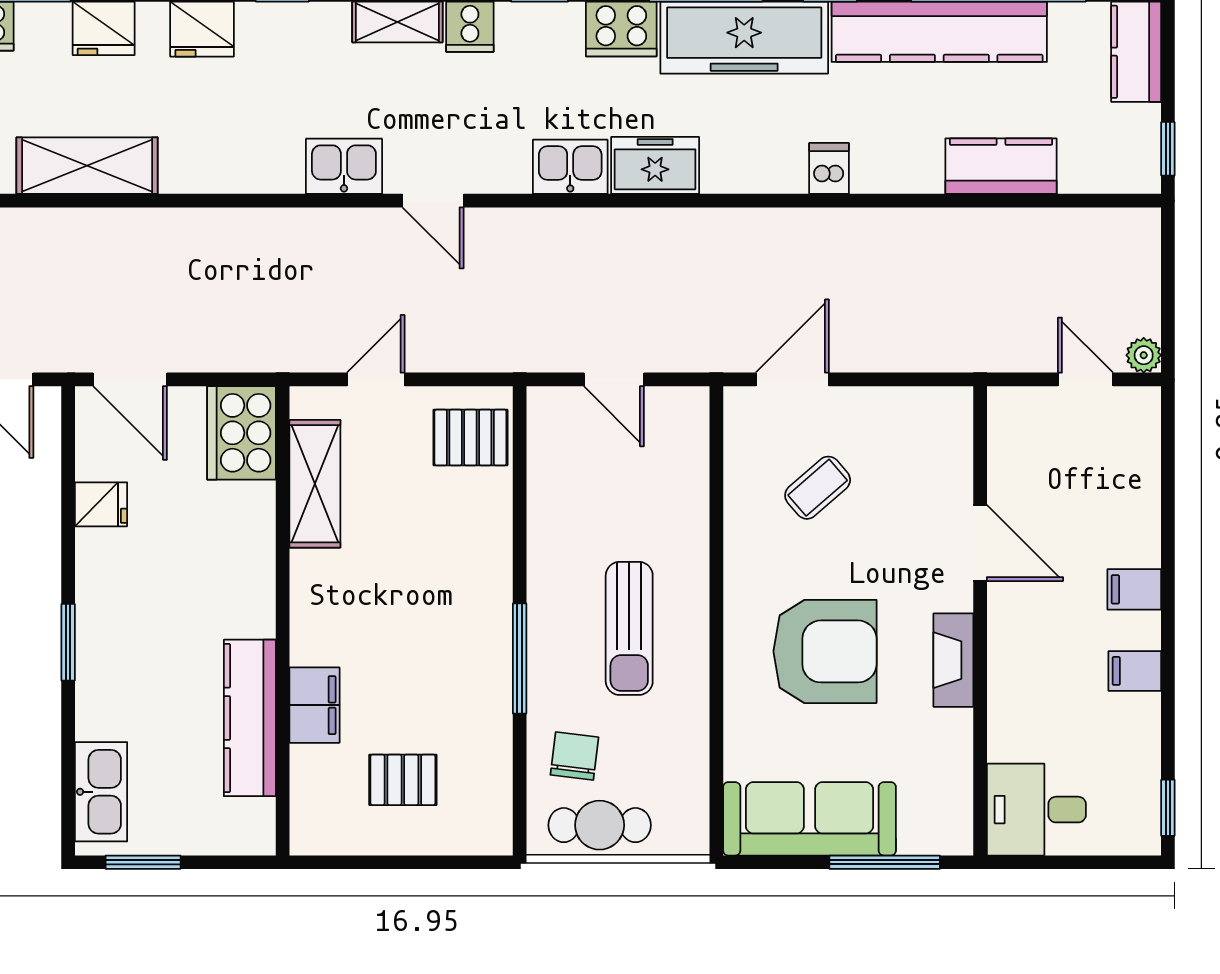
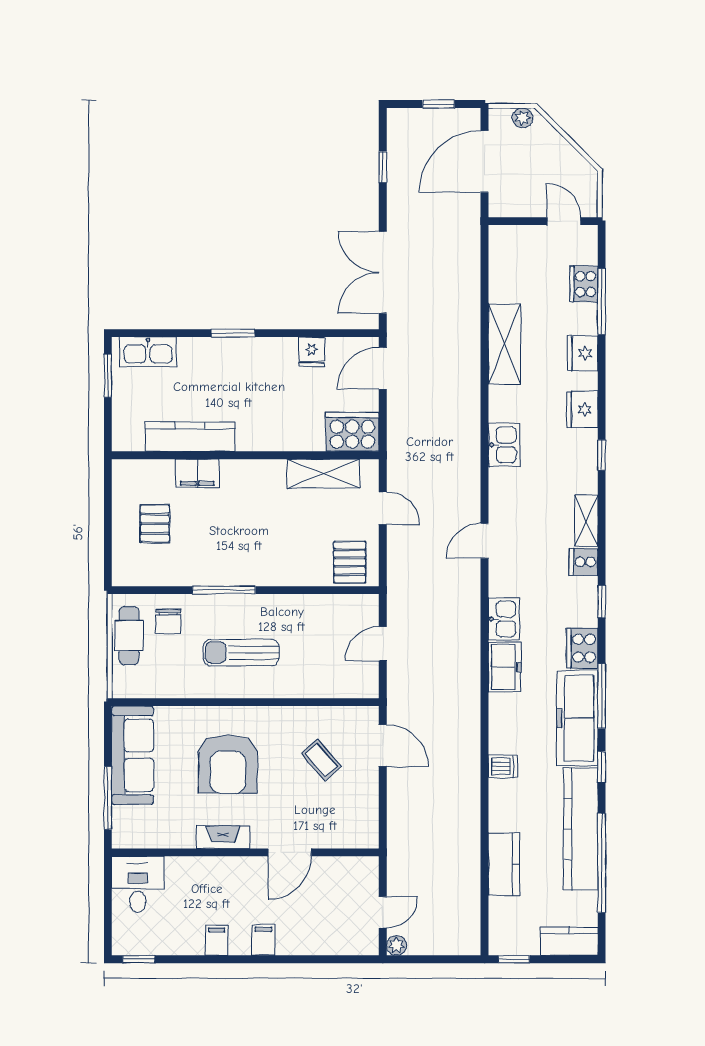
kitchen sink: (344, 166) -> (504, 445), moved
chair: (574, 756) -> (168, 621), turned 83

